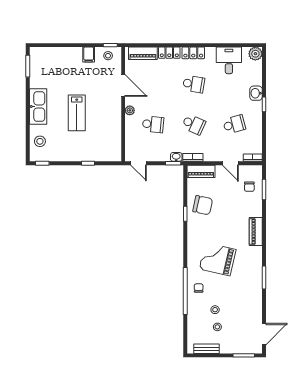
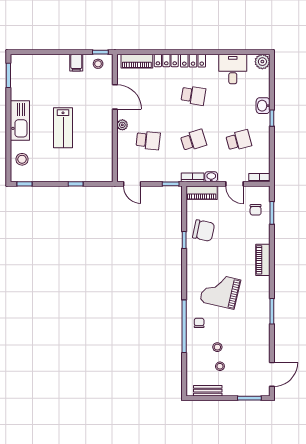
school desk: (194, 124) -> (193, 140), turned -42
washbasin: (176, 157) -> (211, 177), moved

